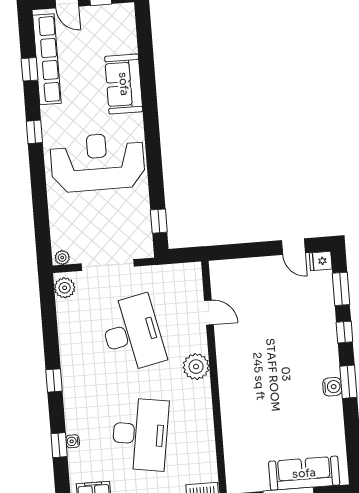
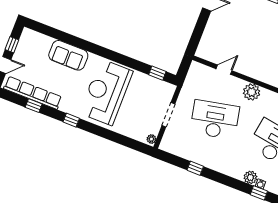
doorway: (108, 265) -> (168, 115), width x0.73
plant: (65, 288) -> (250, 177), moved
window: (54, 380) -> (195, 168), moved

